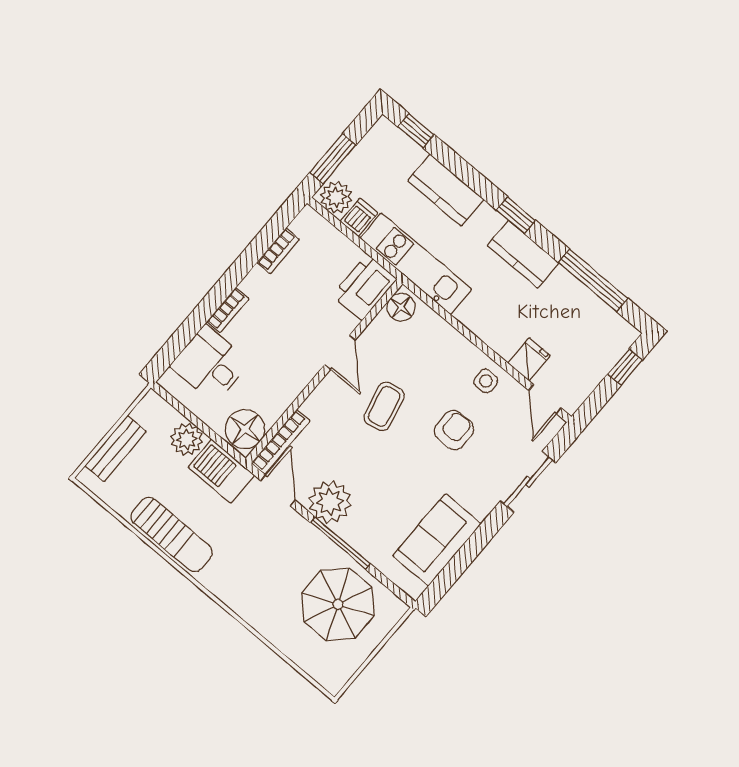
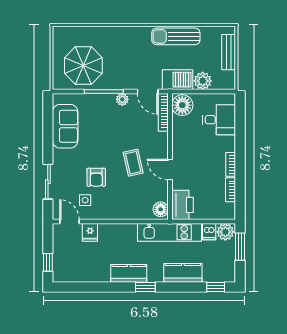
window: (593, 280) -> (91, 287), removed
bookcase: (228, 310) -> (231, 164), moved
side table: (486, 381) -> (85, 200), moved
plant: (330, 502) -> (122, 99), width x0.53, depth x0.53

